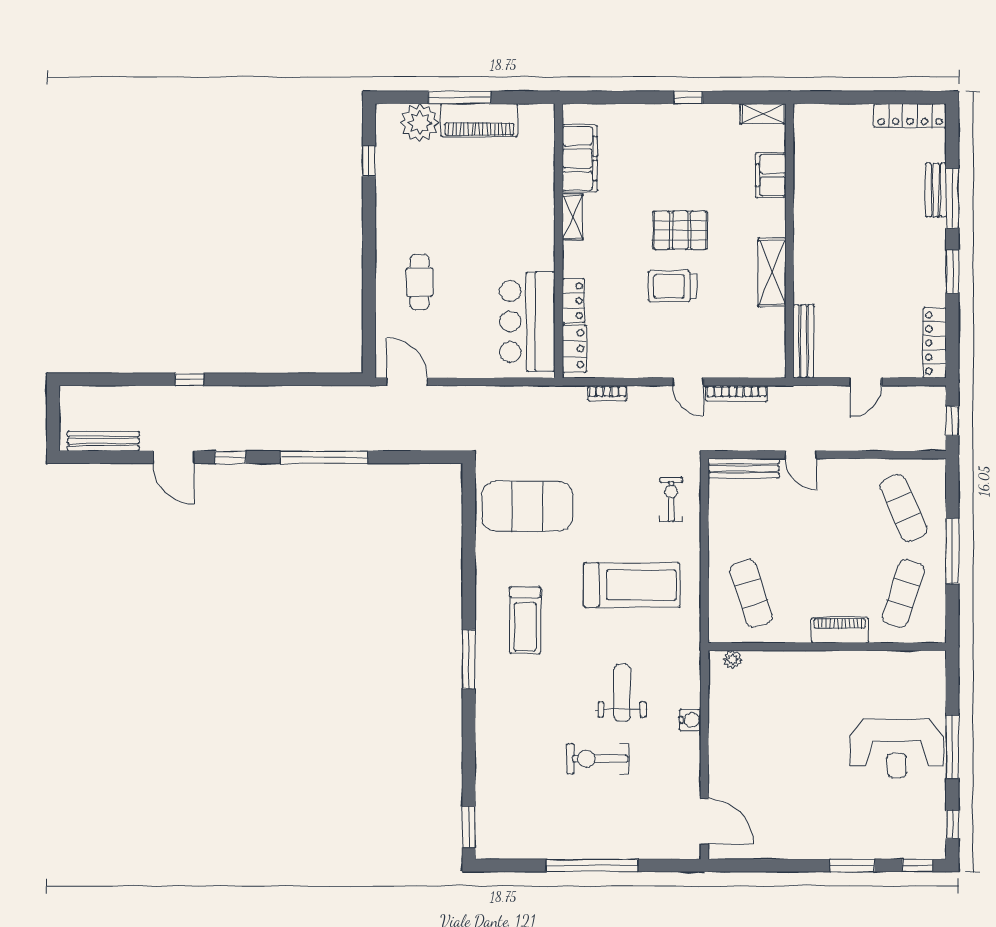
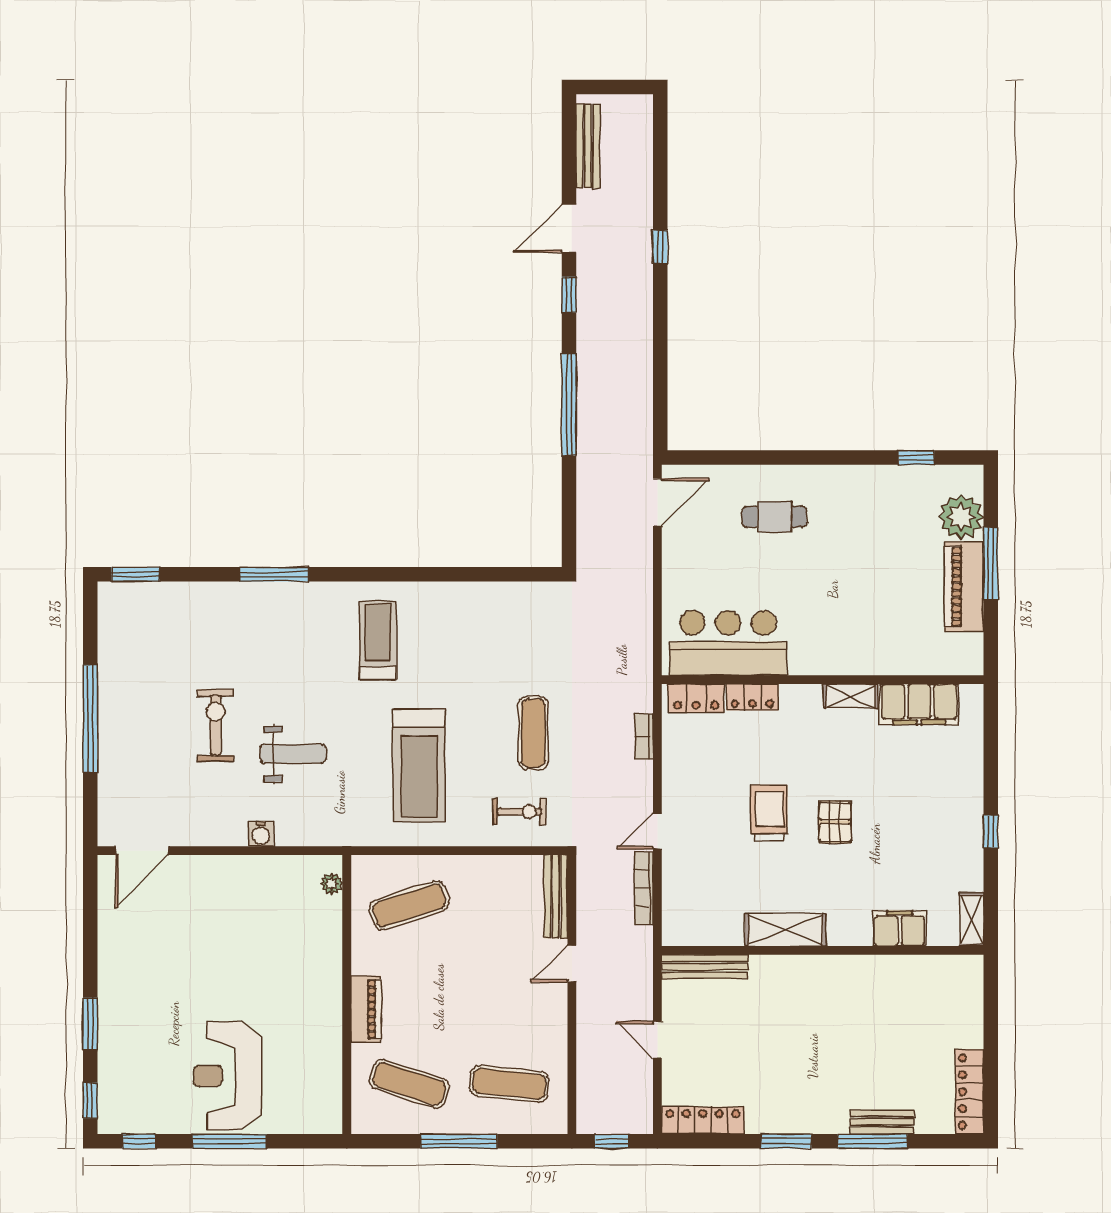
pallet: (680, 230) -> (835, 822), width x0.67, depth x0.71
exercise mat: (527, 506) -> (533, 733), moved, width x0.50, depth x0.69
exercise mat: (903, 508) -> (509, 1084), turned 30
treadmill: (525, 620) -> (378, 640), turned 90
window: (469, 659) -> (274, 574), moved

